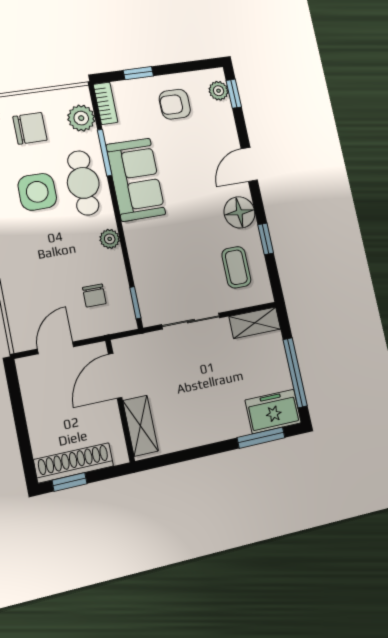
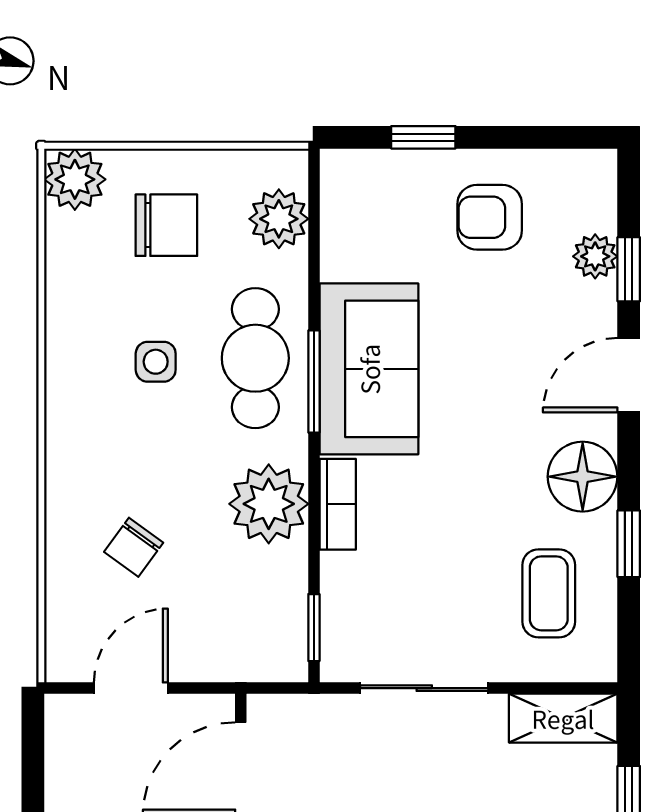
plant: (219, 91) -> (595, 256), moved
window: (234, 94) -> (629, 269), moved
bookcase: (106, 103) -> (338, 504), moved
window: (105, 153) -> (314, 381), moved
side table: (37, 192) -> (156, 362), width x0.54, depth x0.54
plant: (110, 239) -> (269, 504), width x1.88, depth x1.88
chair: (94, 295) -> (134, 547), moved, turned 36

